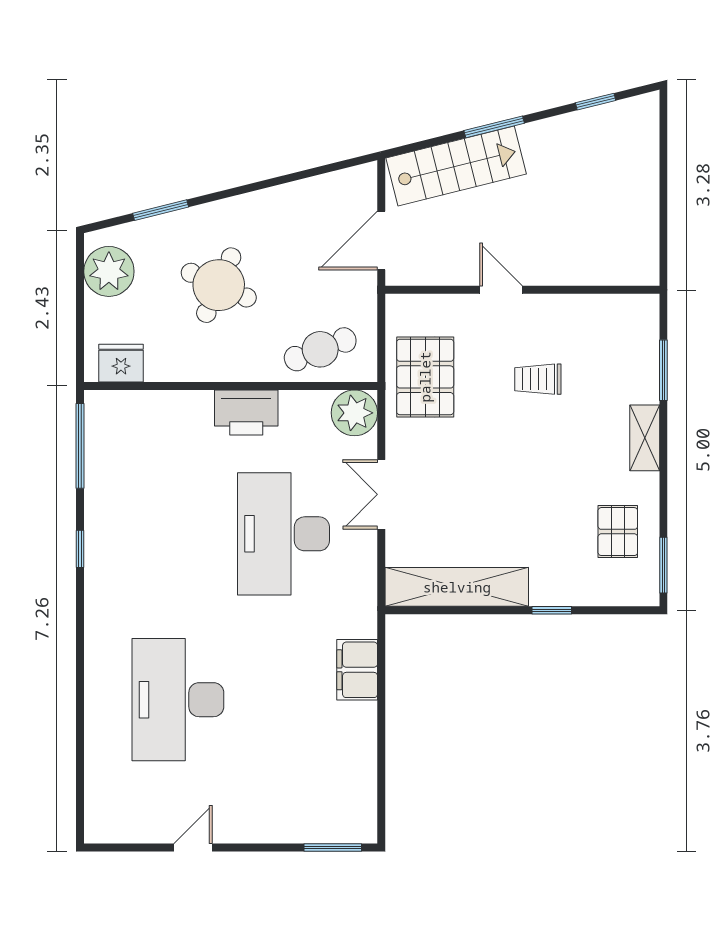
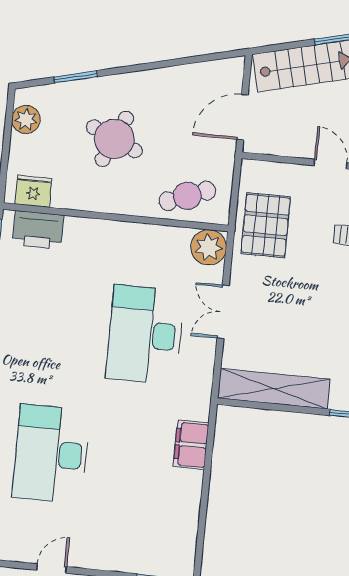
plant: (109, 271) -> (26, 119), width x0.73, depth x0.73
printer: (246, 412) -> (38, 230), moved

